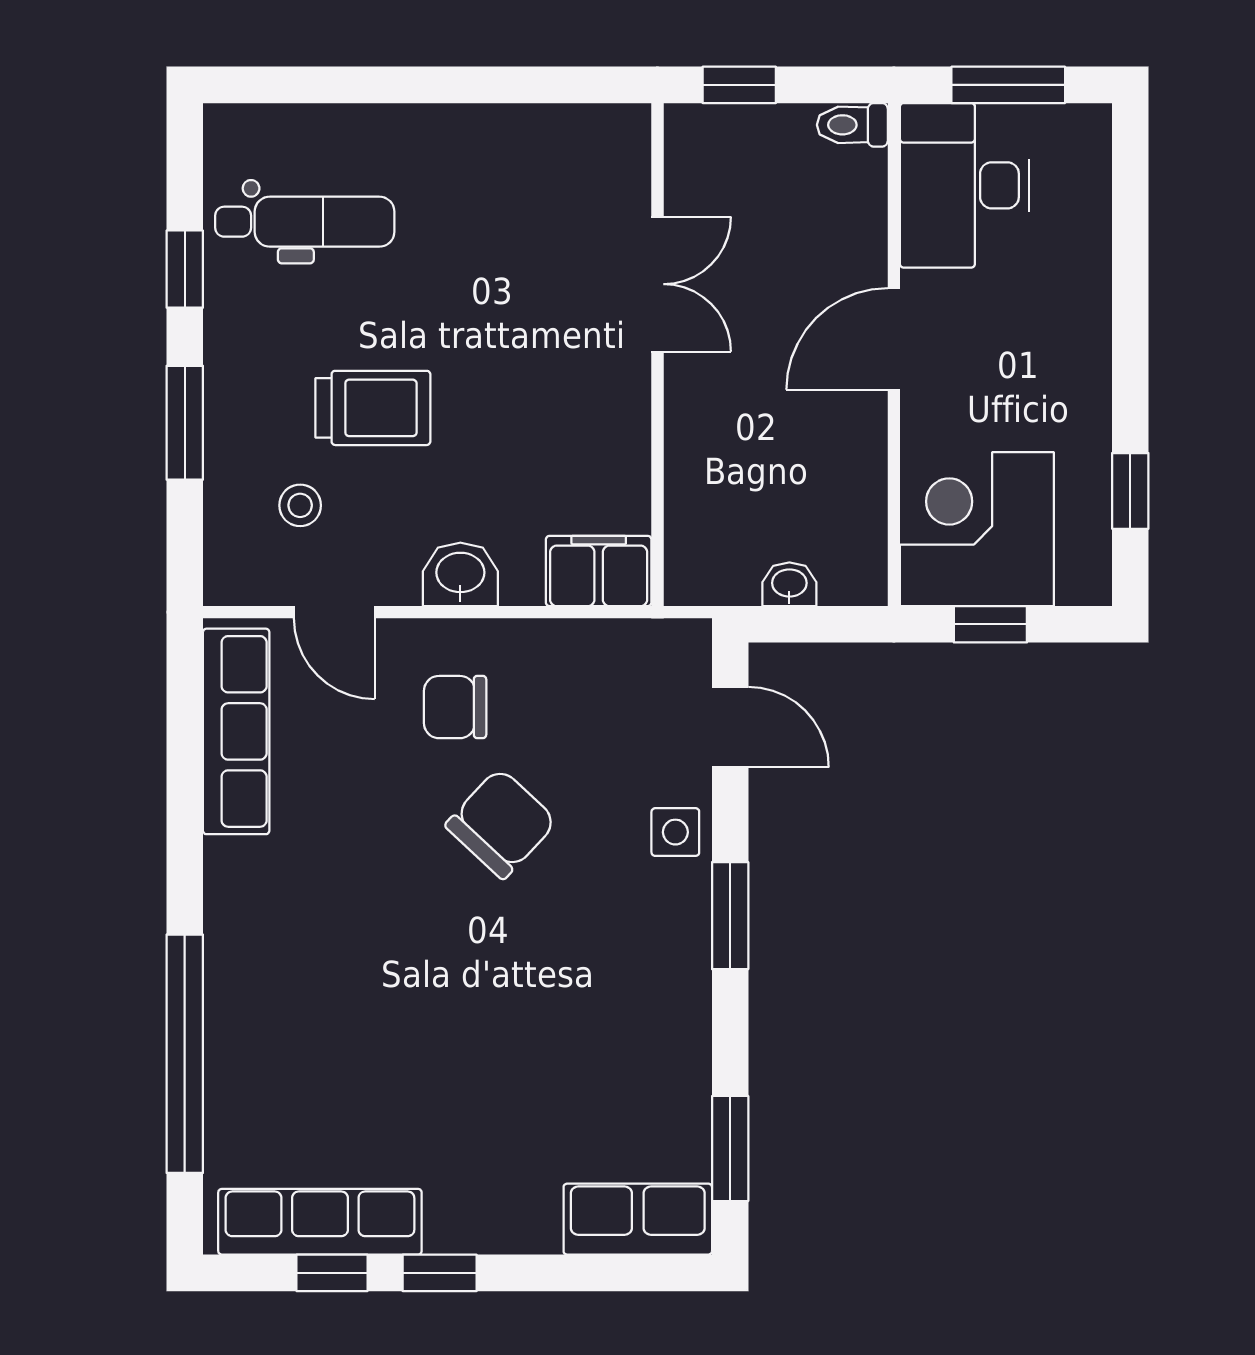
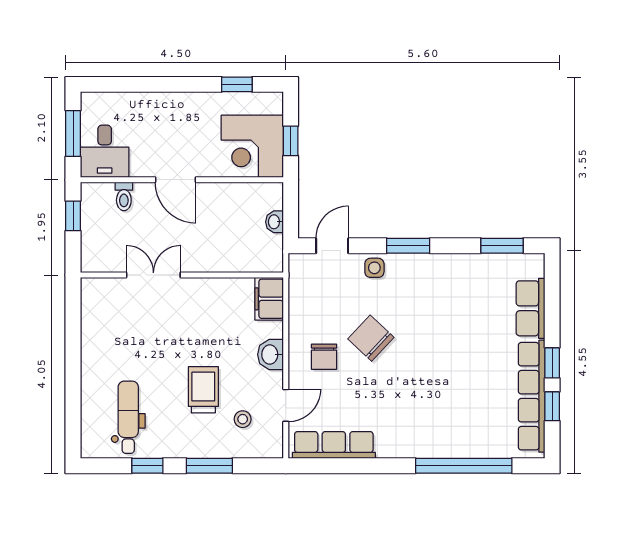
window: (739, 85) -> (73, 216), moved
toilet: (852, 125) -> (124, 196), moved
desk: (965, 185) -> (105, 151), width x0.73
row of seats: (638, 1219) -> (531, 308), moved
row of seats: (320, 1222) -> (532, 396), width x1.36

